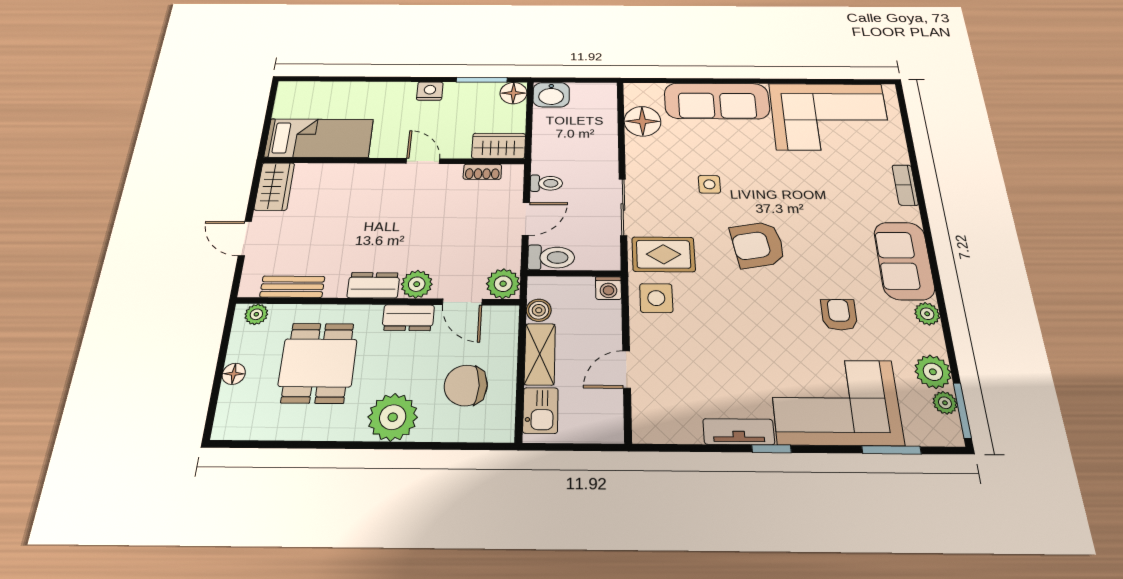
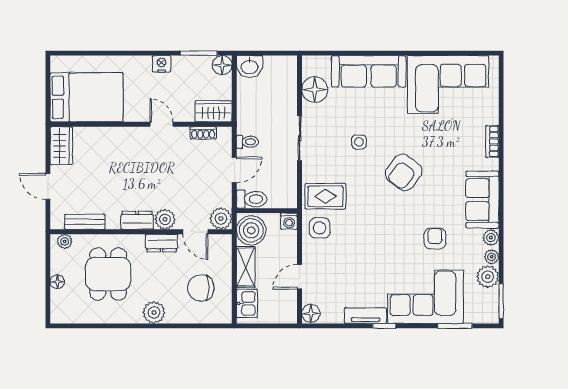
bed: (319, 138) -> (87, 97), width x1.50
sliding door: (623, 207) -> (300, 138), moved
armchair: (758, 245) -> (404, 173), moved, turned -43
boiler: (539, 310) -> (251, 230), width x1.86, depth x1.86
plant: (945, 403) -> (492, 257), moved
plant: (393, 417) -> (154, 313), width x0.73, depth x0.73
floor lamp: (647, 427) -> (311, 313), added

